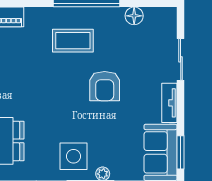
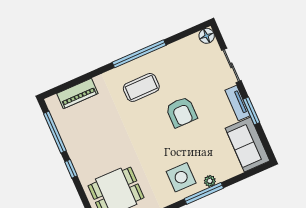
floor lamp: (134, 16) -> (207, 36), moved
window: (181, 152) -> (251, 111), moved

